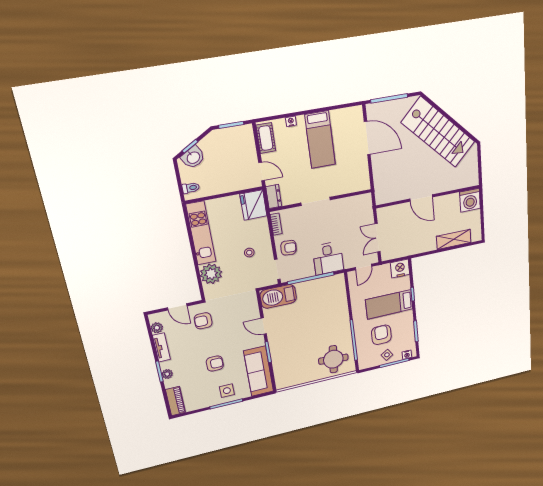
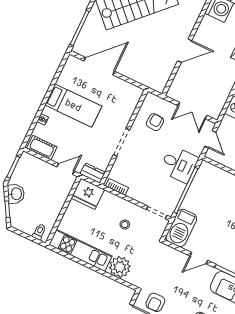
washbasin: (193, 157) -> (16, 194), moved
armchair: (289, 248) -> (155, 122), moved

